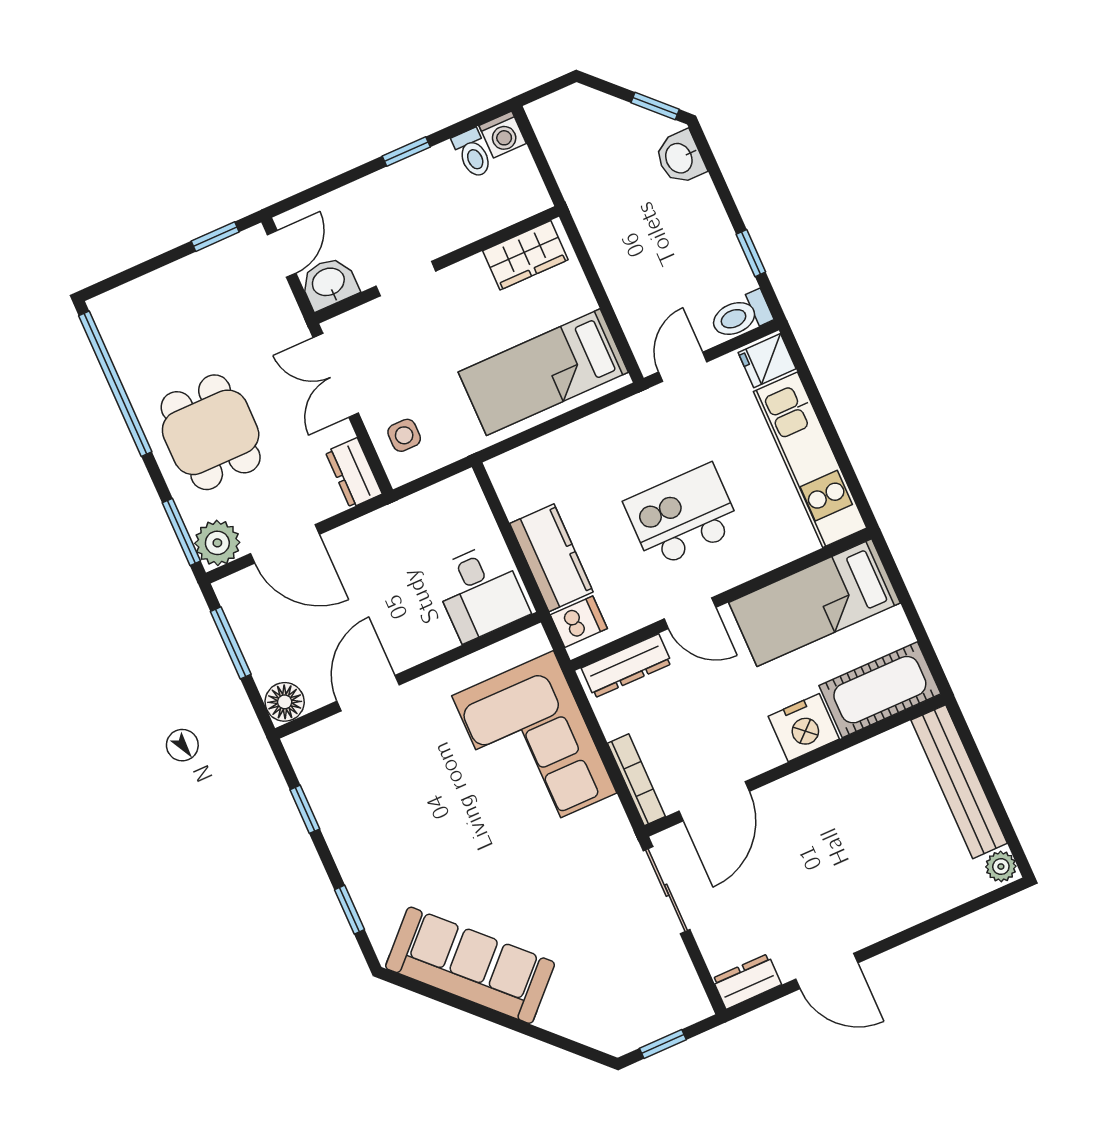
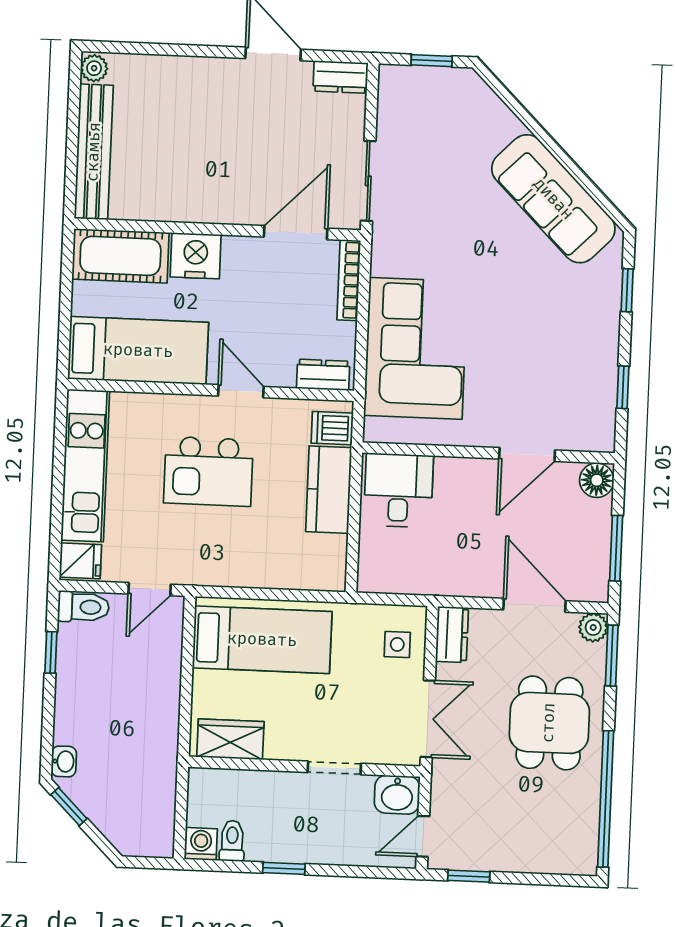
washbasin: (680, 158) -> (64, 761), width x0.72, depth x0.69
plant: (217, 543) -> (593, 627), width x0.73, depth x0.73
dresser: (627, 666) -> (323, 375), width x0.70

